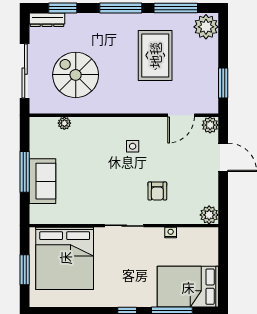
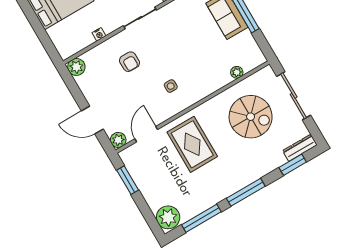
rug: (155, 55) -> (192, 144), moved
armchair: (157, 191) -> (130, 62), turned 180

